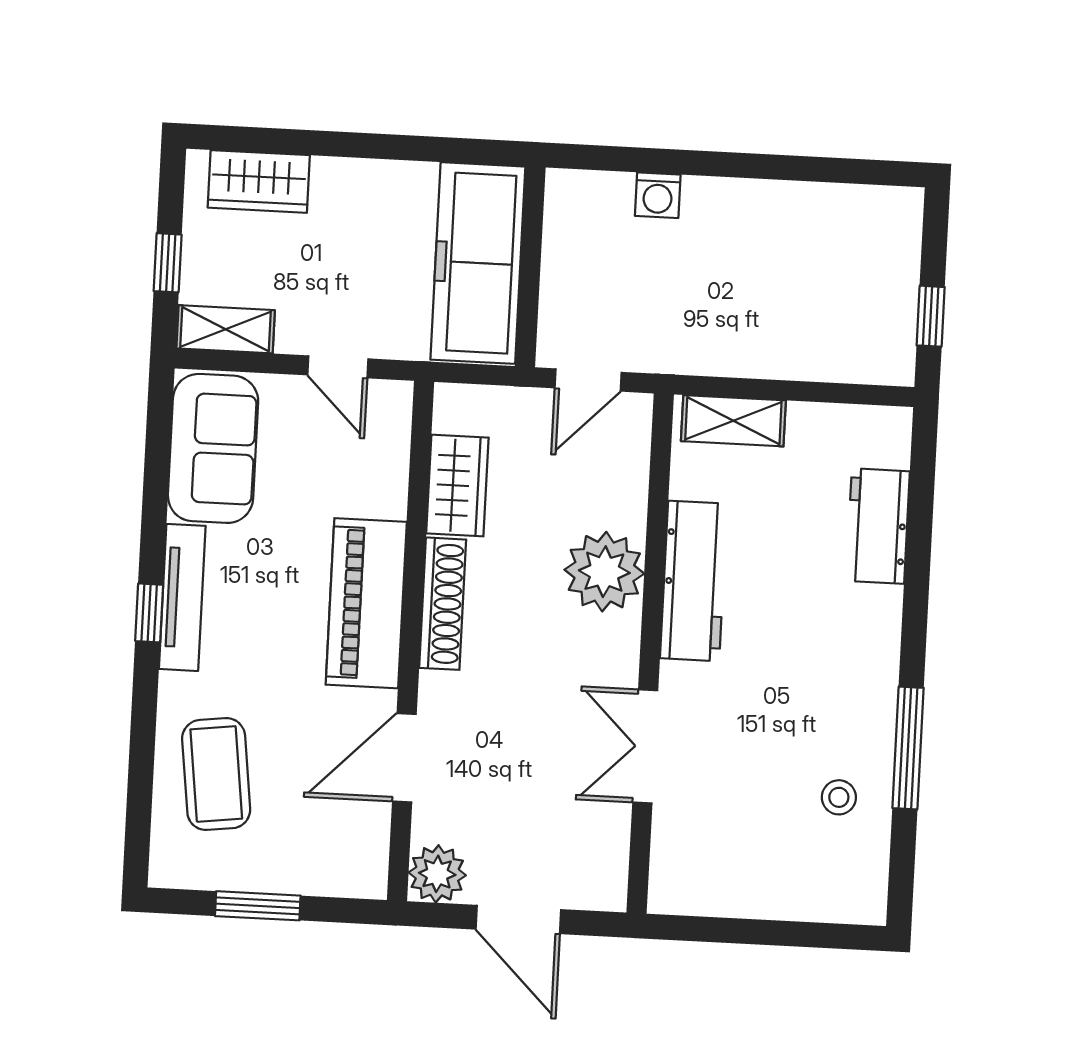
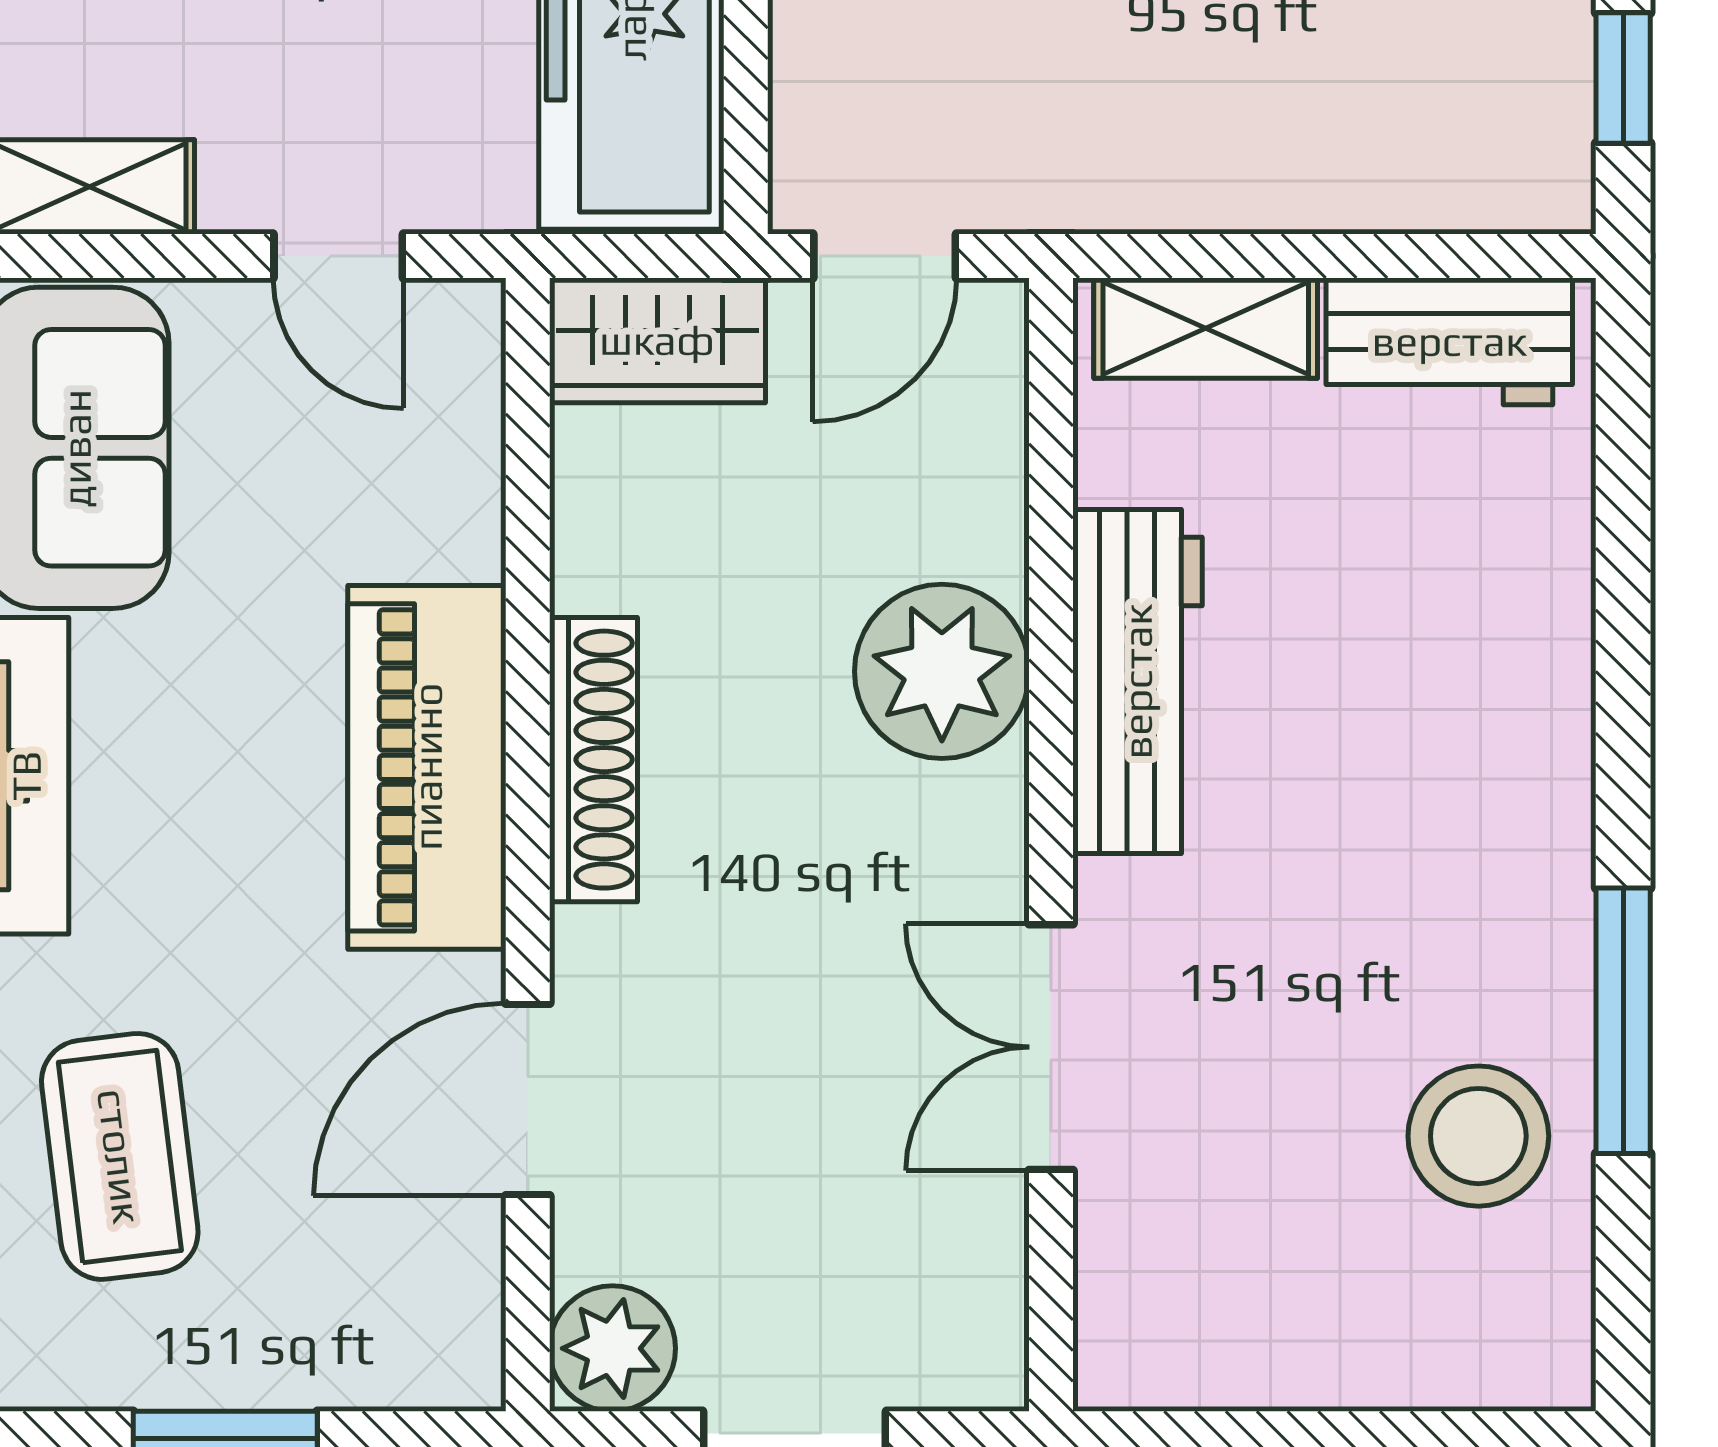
wardrobe: (457, 486) -> (657, 340), moved, turned 90
workbench: (878, 526) -> (1449, 341), moved, turned -90
stool: (839, 797) -> (1478, 1136), width x1.89, depth x1.89

